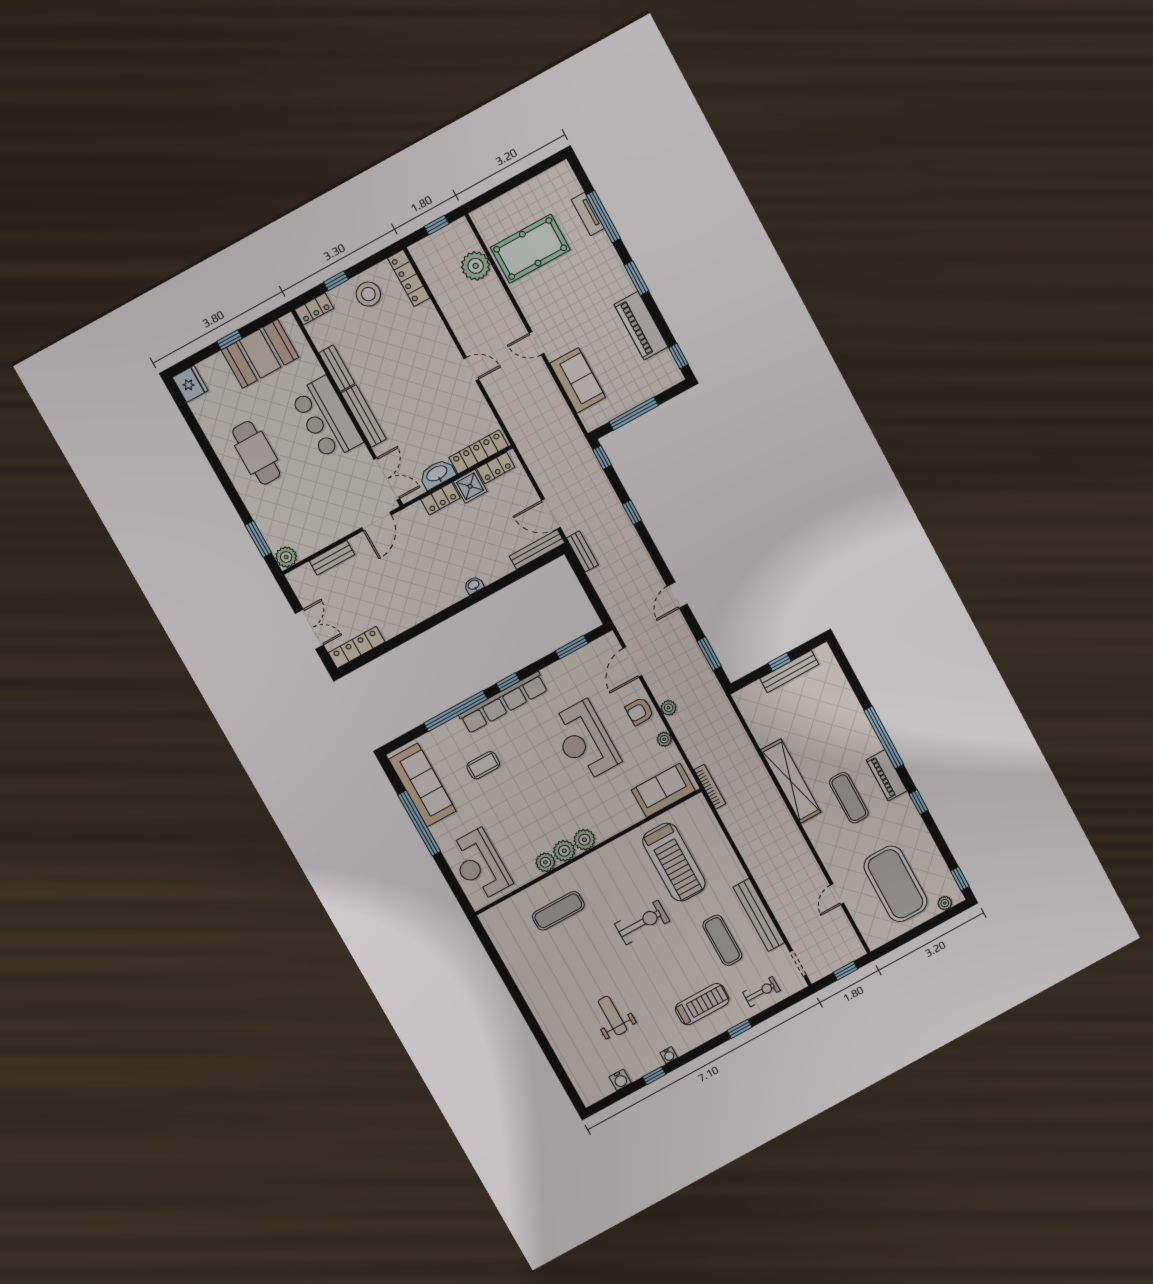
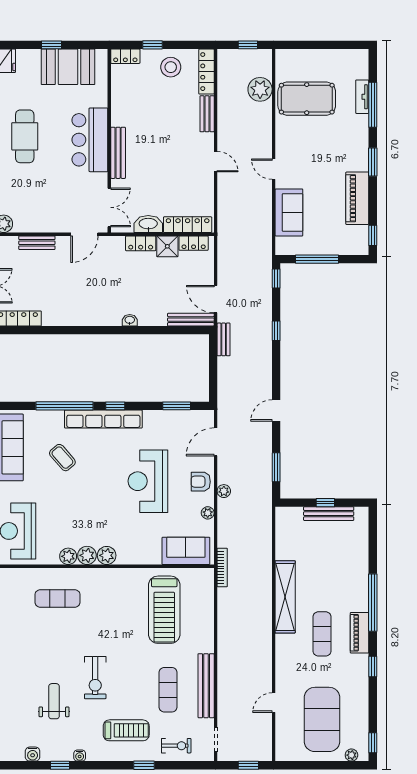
bench: (337, 368) -> (207, 114), moved
coffee table: (483, 765) -> (62, 458), turned 49
exercise bike: (642, 922) -> (95, 678), moved, turned 90

